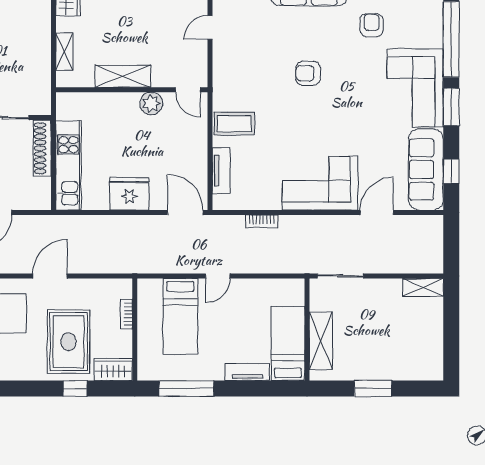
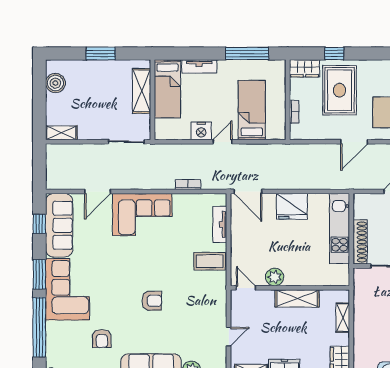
nightstand: (245, 290) -> (201, 131), added
boiler: (431, 351) -> (55, 83), added

